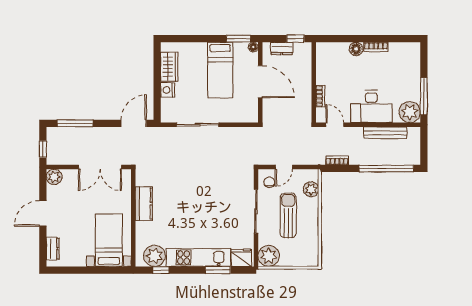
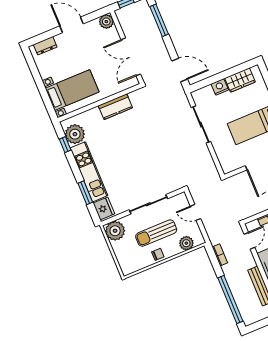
chair: (269, 182) -> (158, 254), moved
sun lounger: (288, 215) -> (156, 233), turned 180

